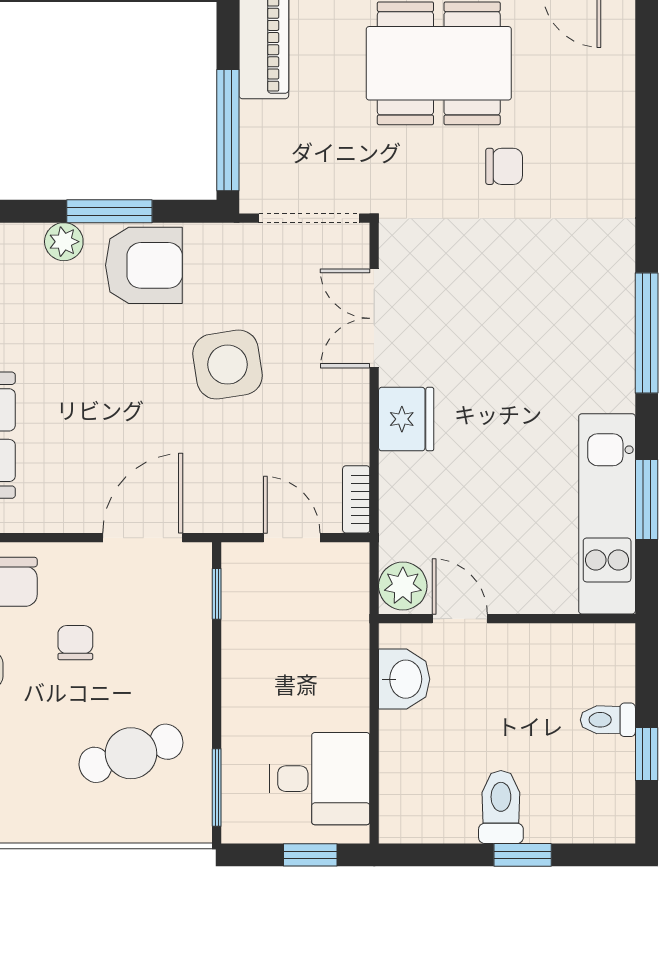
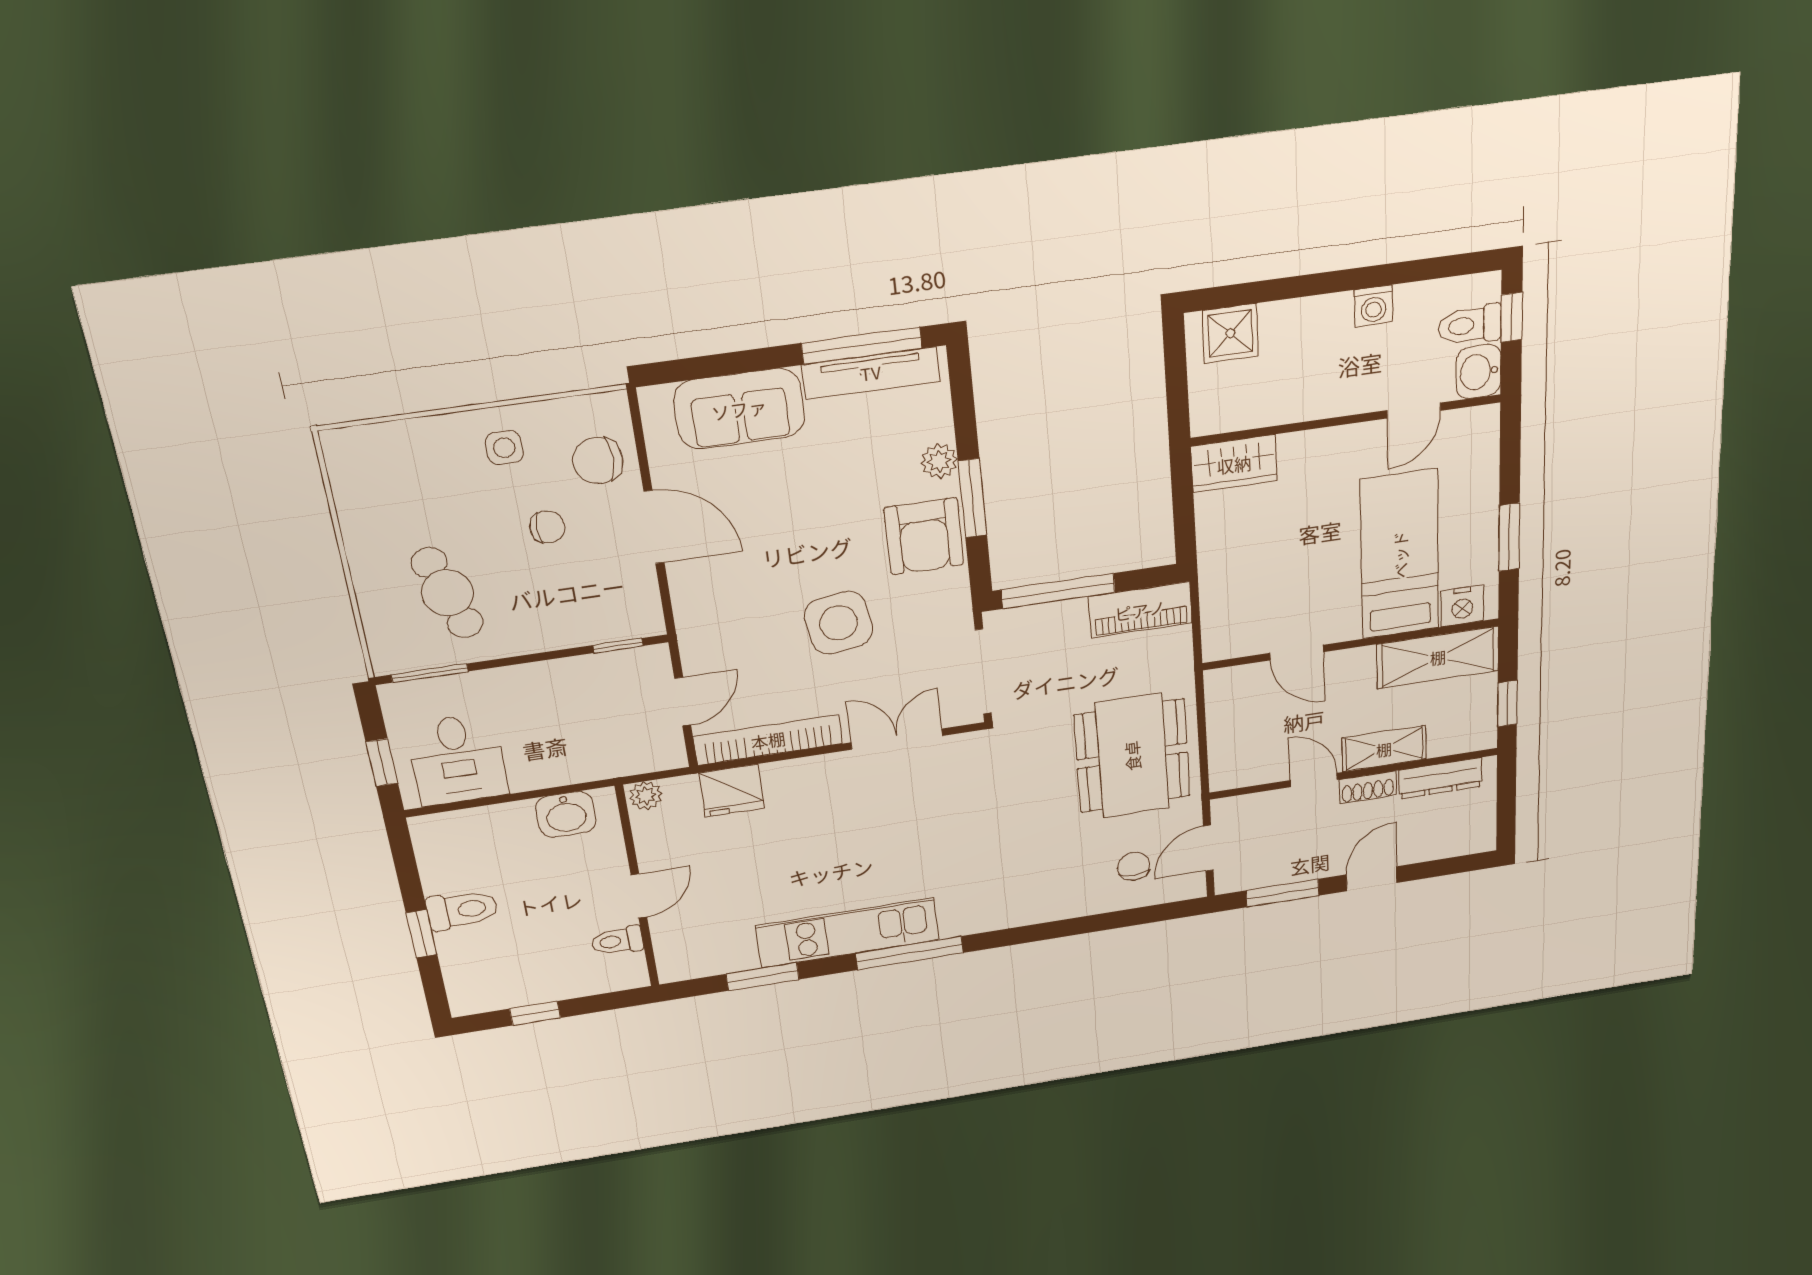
chair: (504, 166) -> (1134, 866), moved, turned 180
fridge: (406, 419) -> (732, 791), moved
bookcase: (356, 499) -> (768, 740), width x2.31, depth x1.31
kitchen unit: (607, 514) -> (848, 933), moved
door: (143, 538) -> (654, 527), moved
plant: (403, 586) -> (646, 796), width x0.73, depth x0.73
door: (460, 619) -> (639, 896), moved
toilet: (608, 720) -> (617, 941), moved, turned -90

